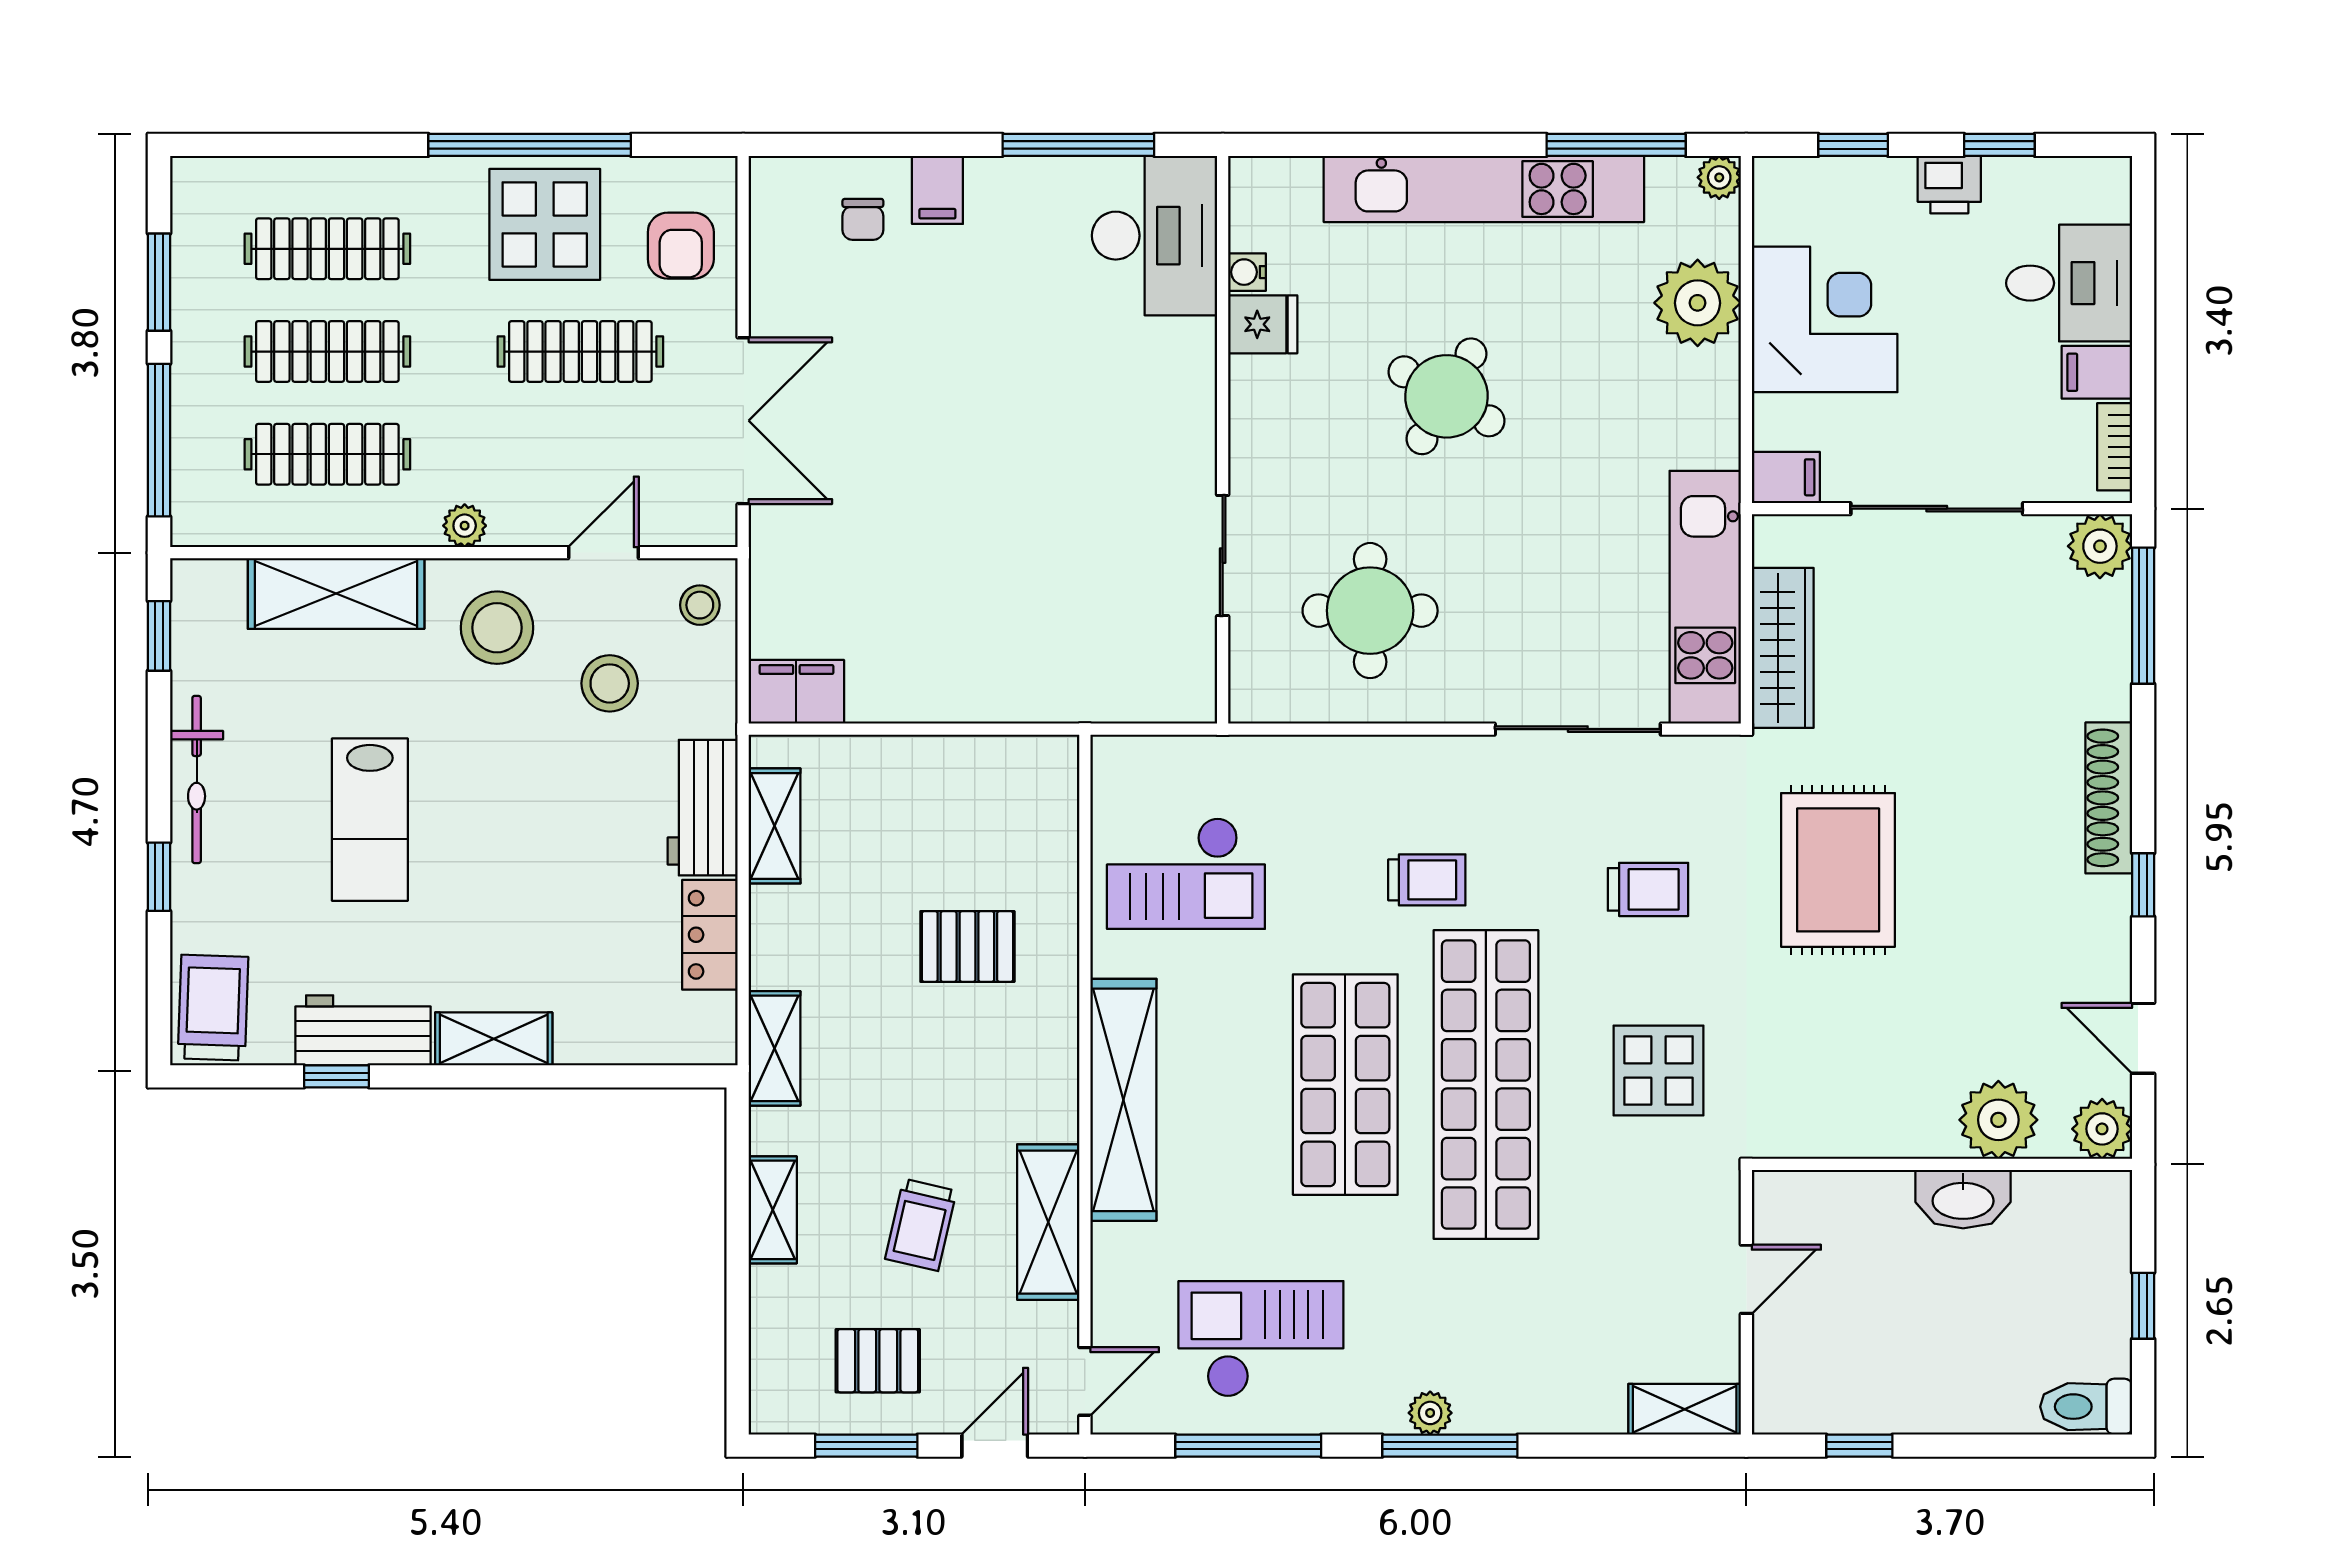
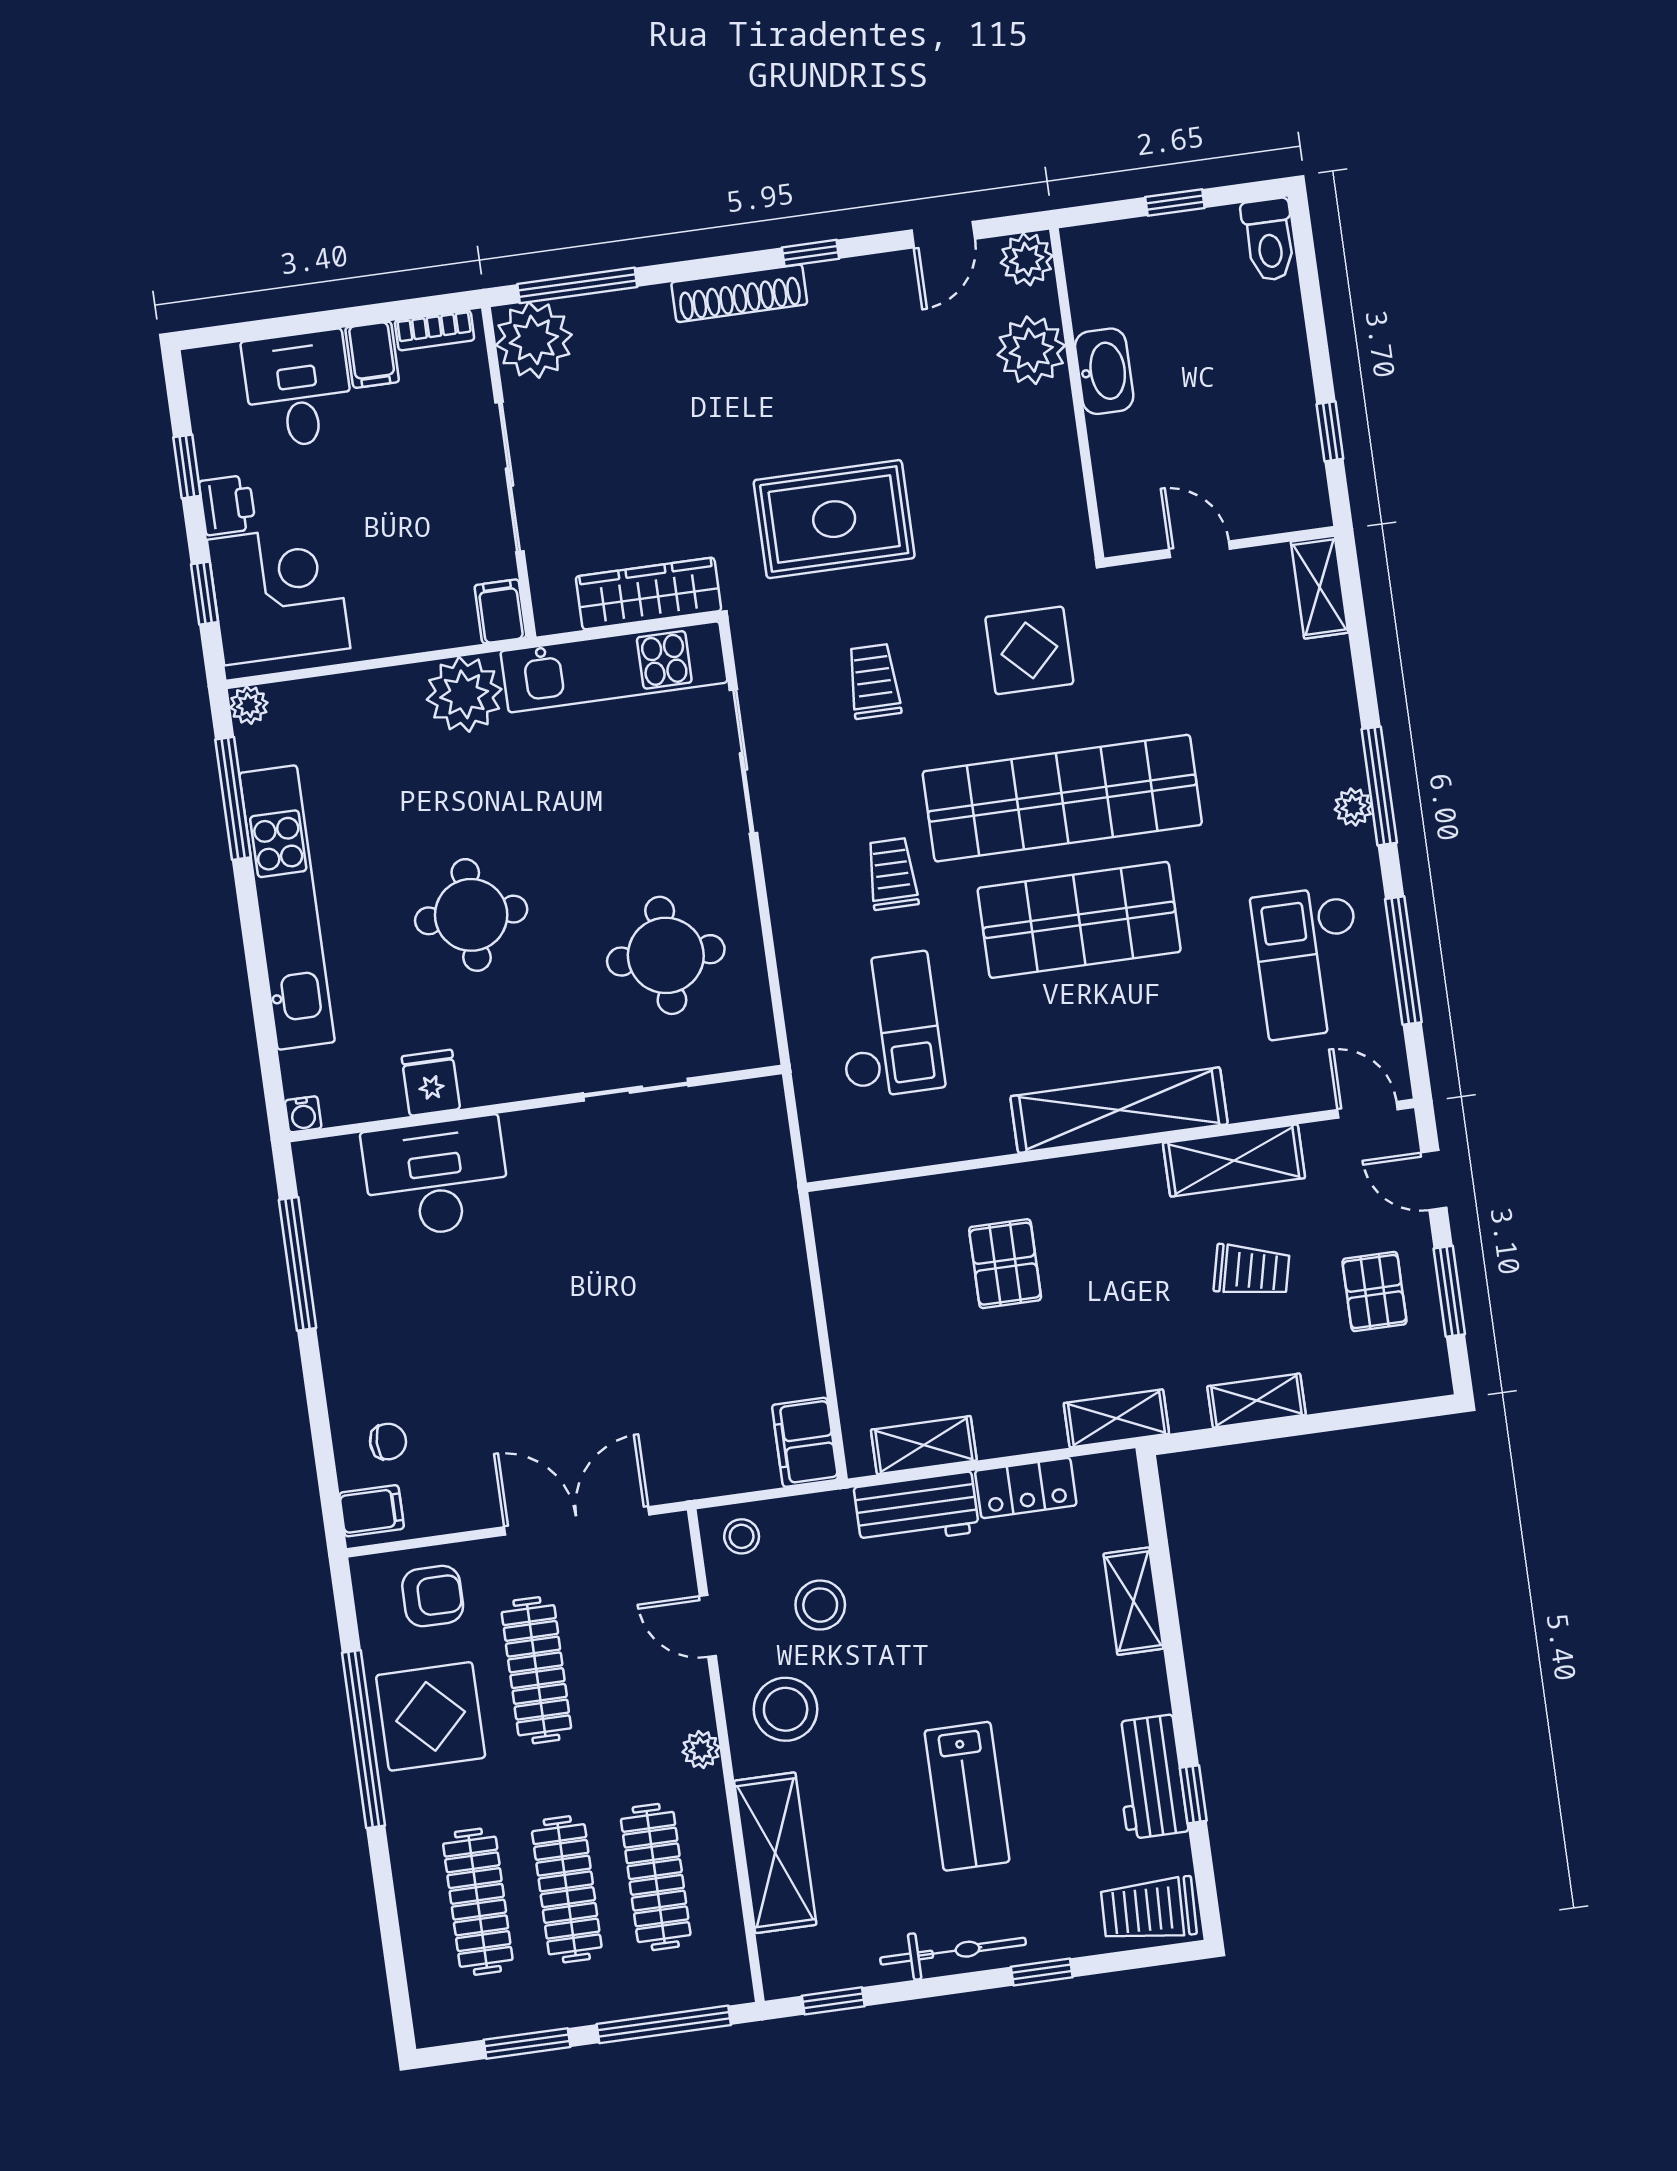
filing cabinet: (937, 190) -> (372, 1511), moved
desk: (1155, 236) -> (436, 1177), moved
water cooler: (1247, 272) -> (303, 1114), moved
plant: (1698, 303) -> (464, 694), moved
corner desk: (1825, 319) -> (279, 594), moved, turned 90
round table: (1446, 396) -> (471, 915), turned -30
plant: (2100, 546) -> (534, 340), width x1.36, depth x1.36
lab bench: (370, 820) -> (967, 1796), turned 90
checkout: (1186, 873) -> (888, 1025), moved
shelving: (494, 1039) -> (1133, 1601), moved

